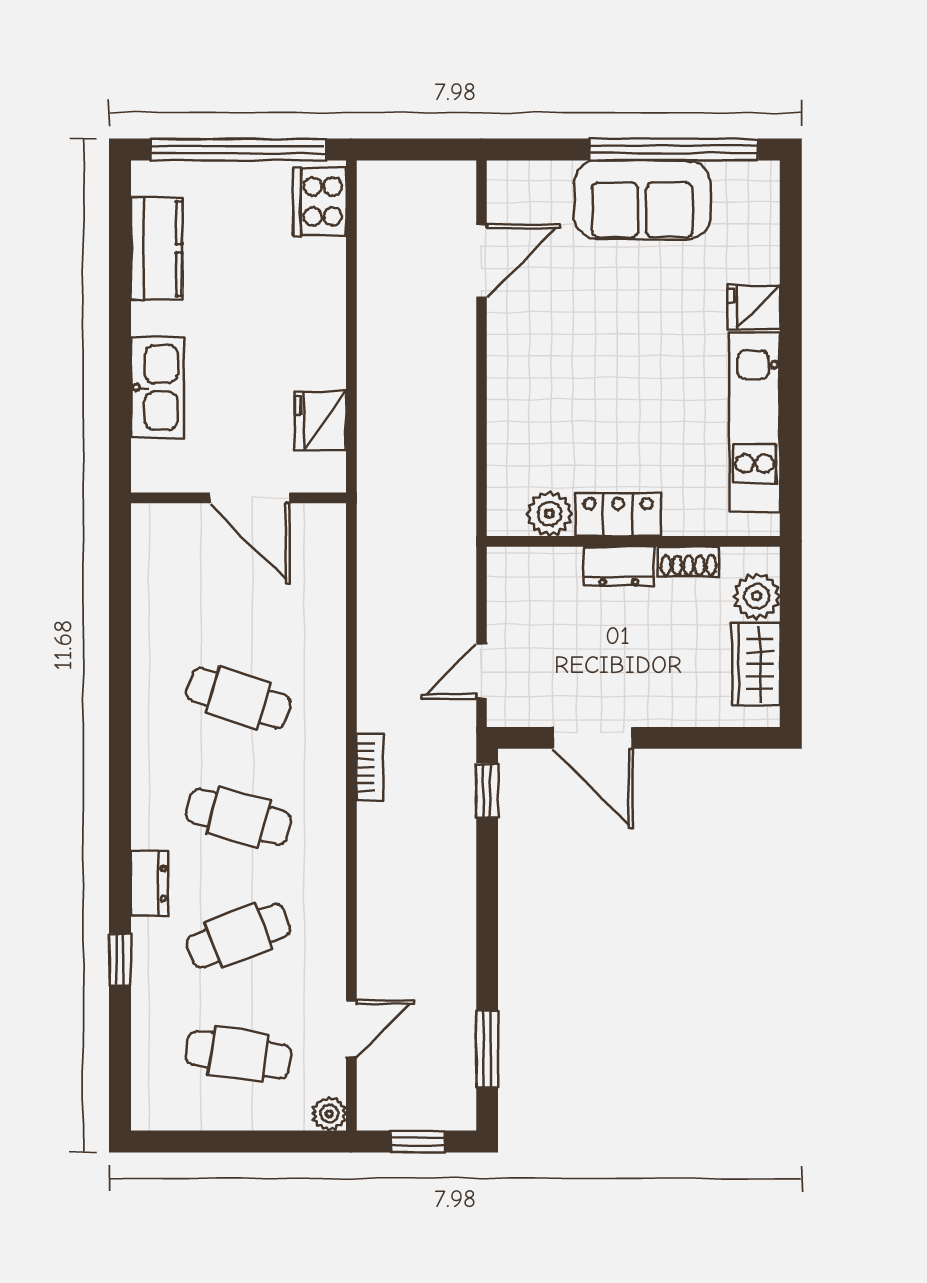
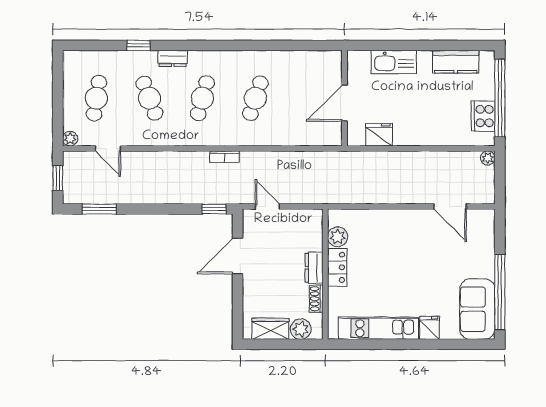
plant: (373, 177) -> (488, 158), added
sofa: (642, 200) -> (477, 309), moved
cooker: (320, 202) -> (483, 116), moved, turned -90

